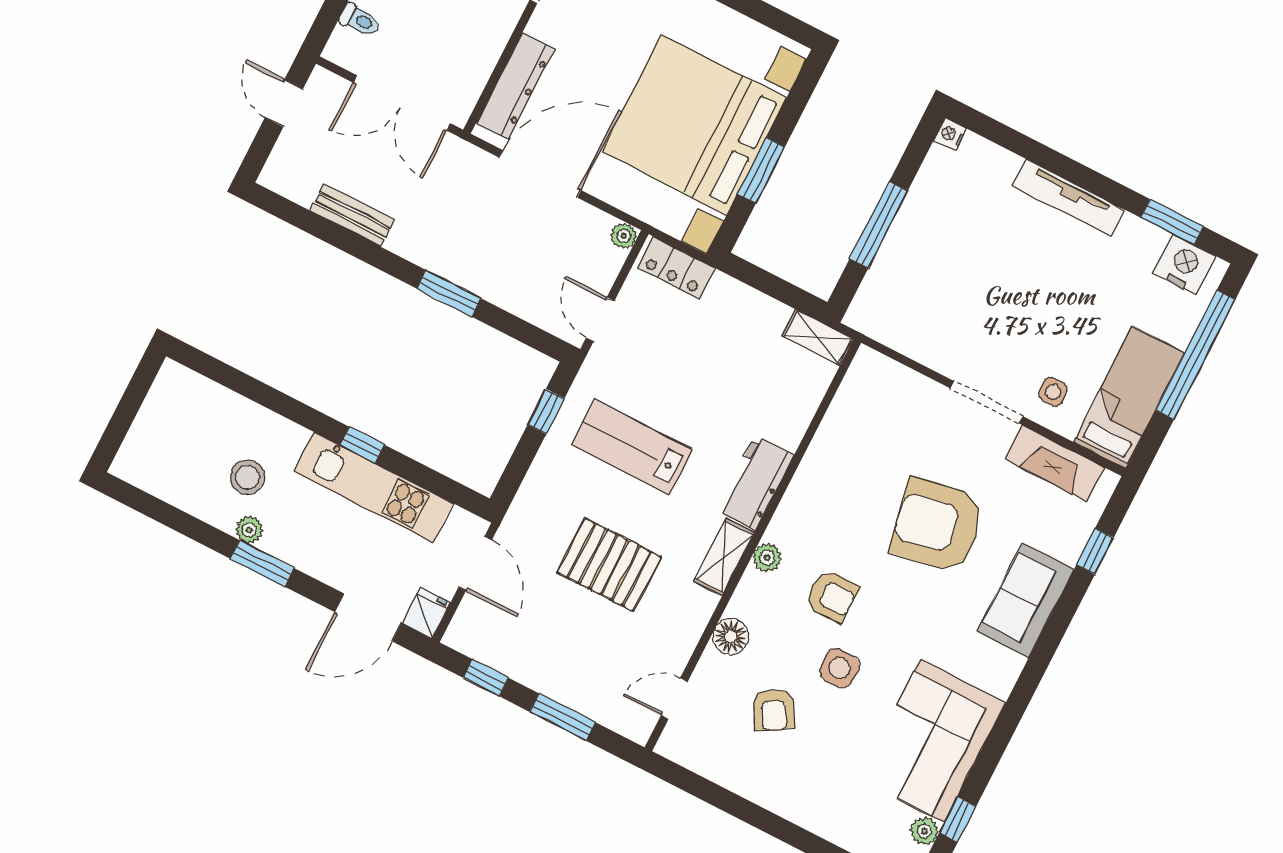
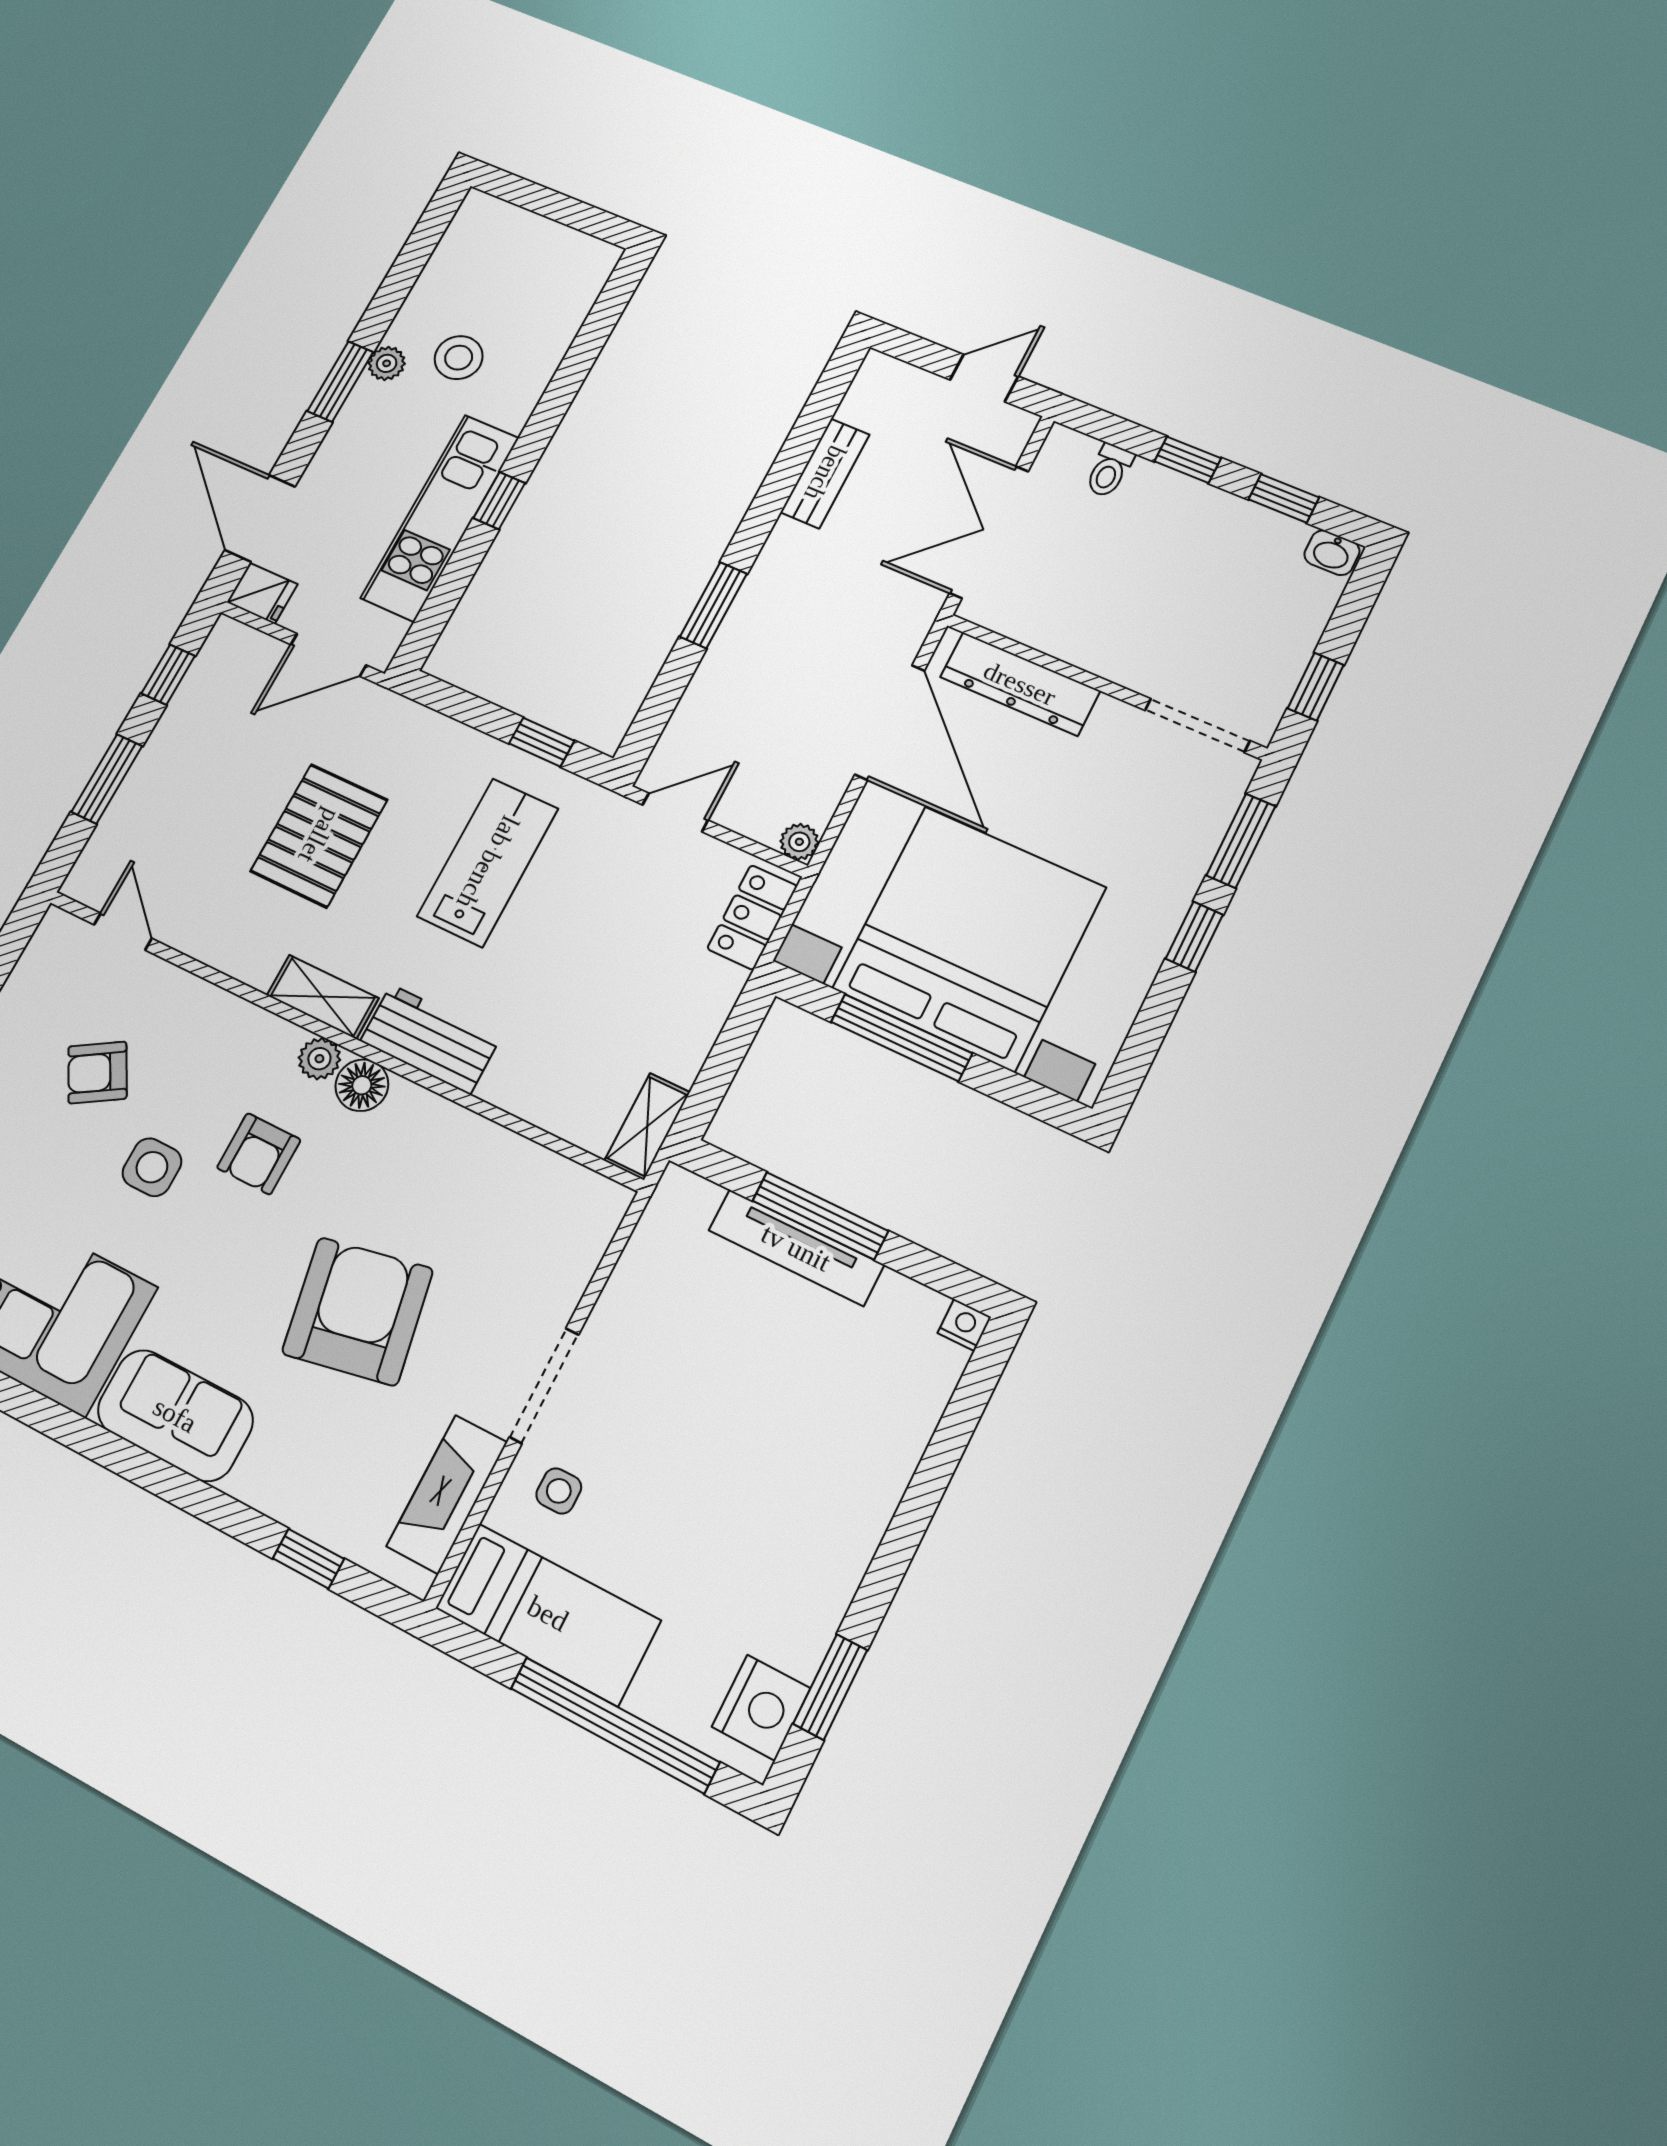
window: (761, 170) -> (901, 1038), width x1.44
tv unit: (1069, 198) -> (796, 1248), moved, turned -90
sofa: (1026, 600) -> (175, 1415), moved
floor lamp: (731, 637) -> (362, 1085), moved

